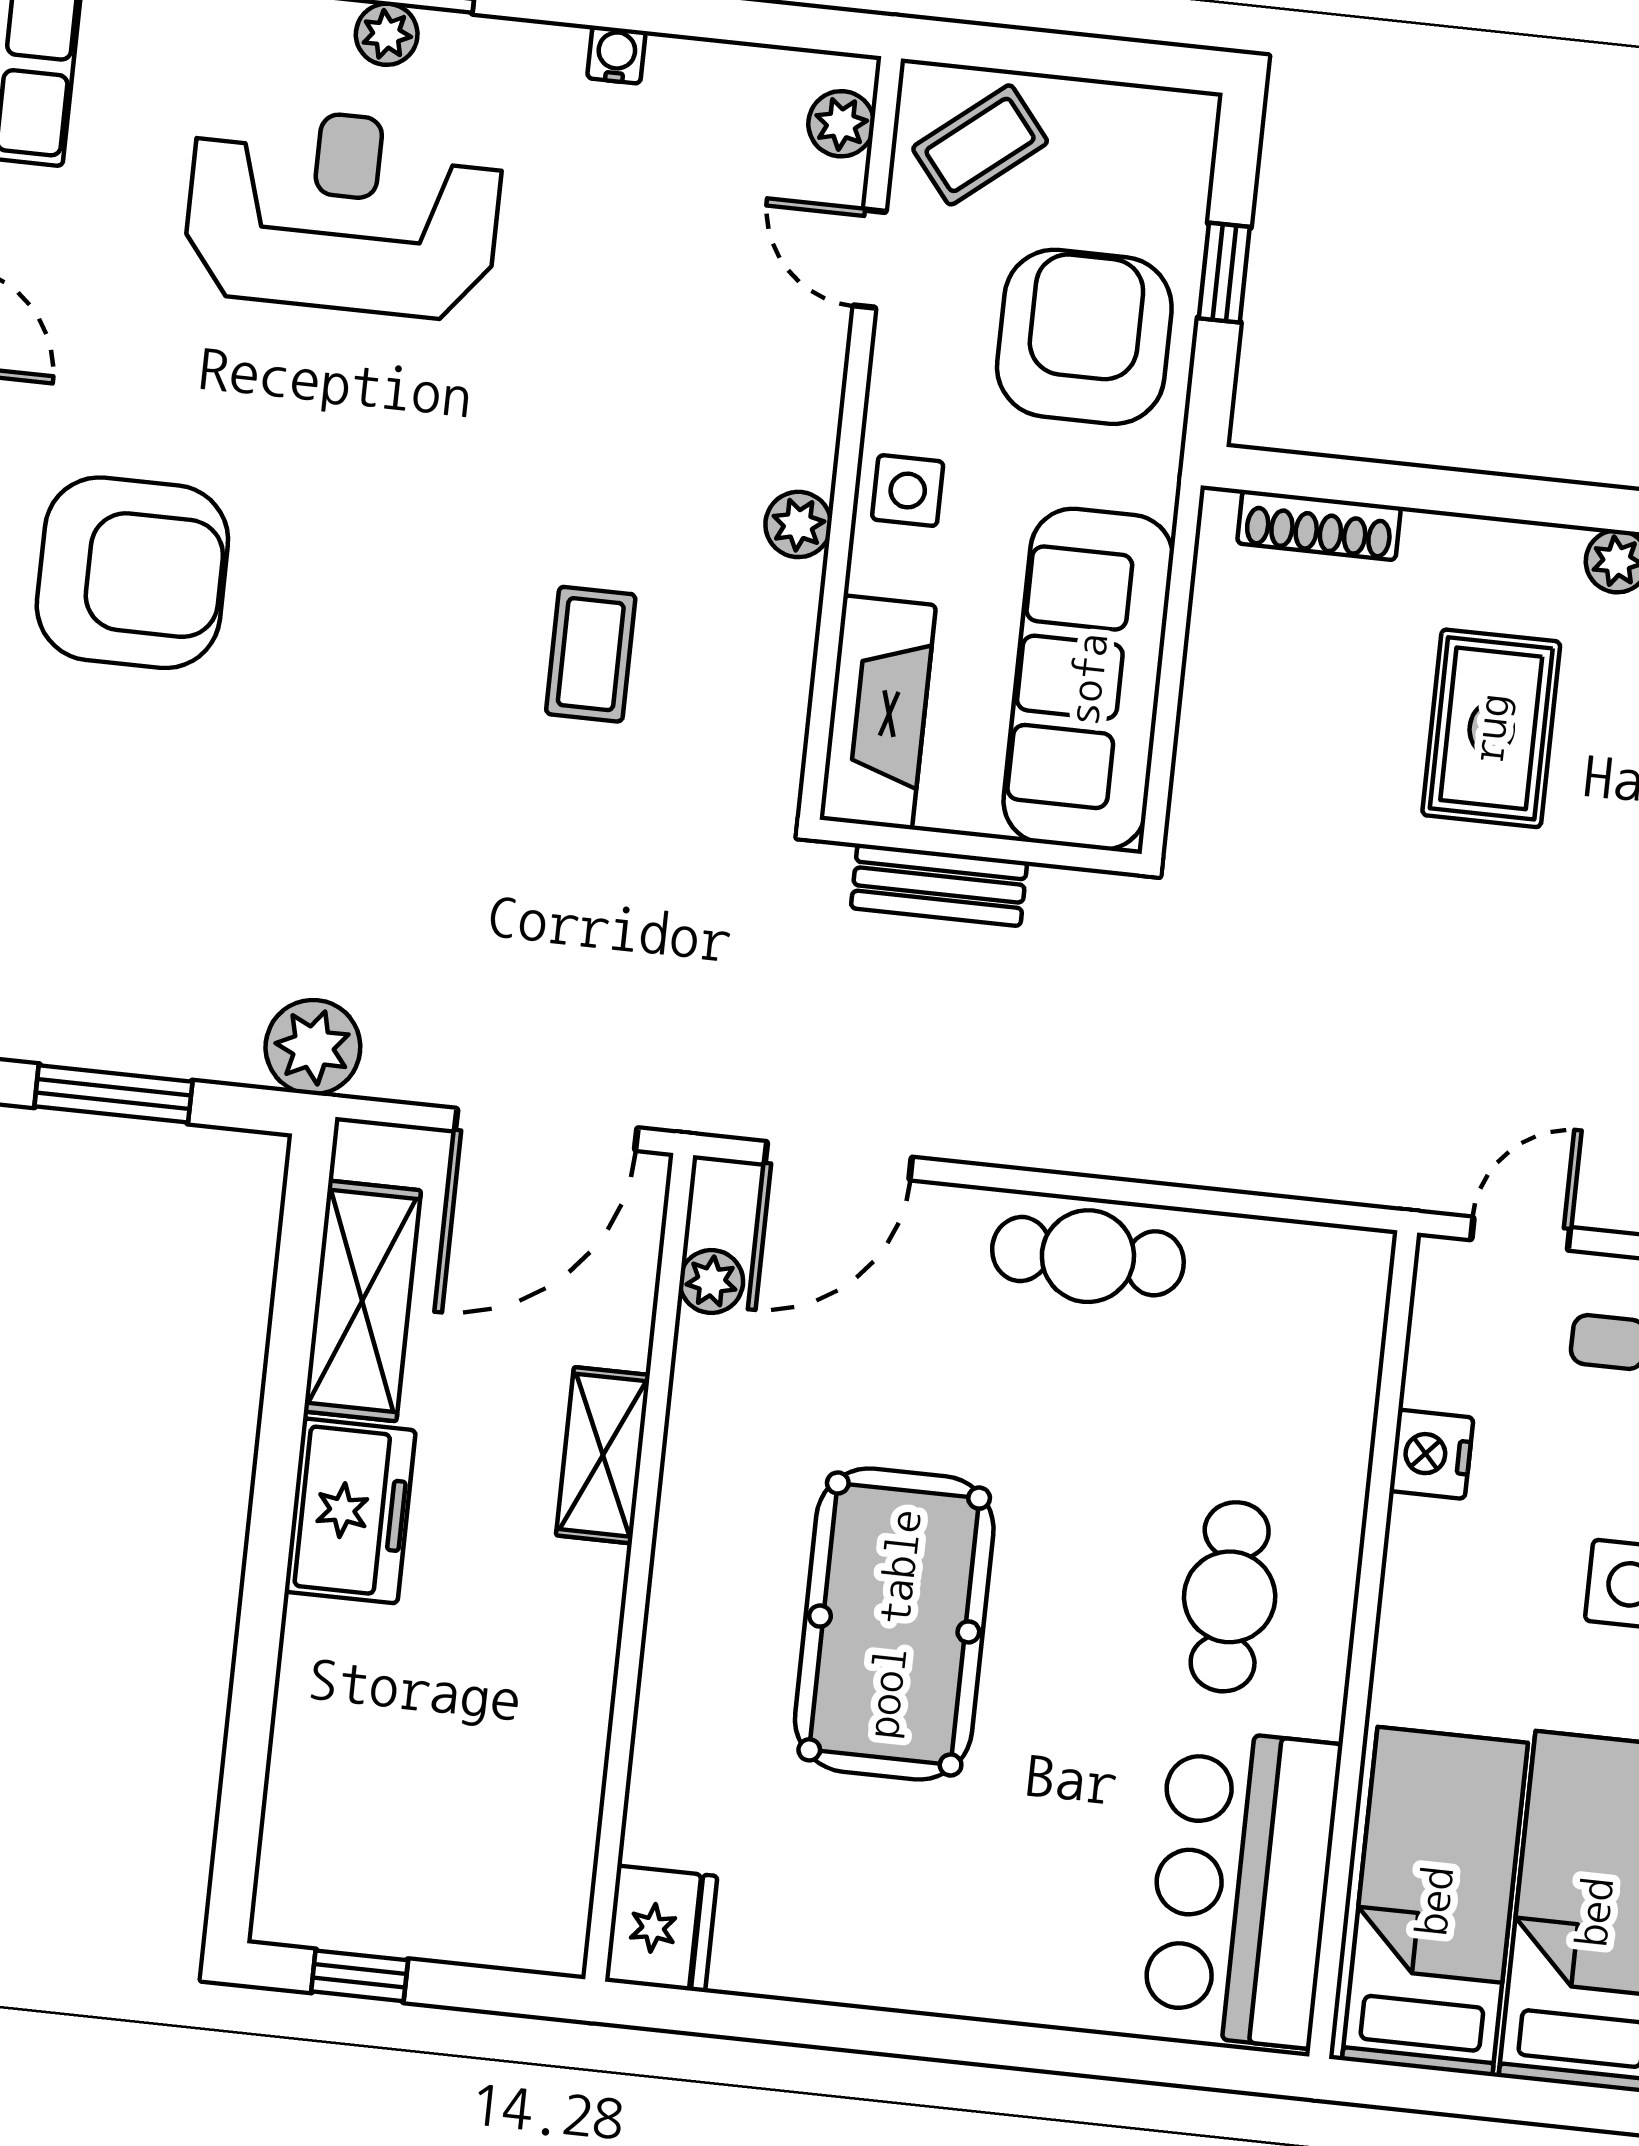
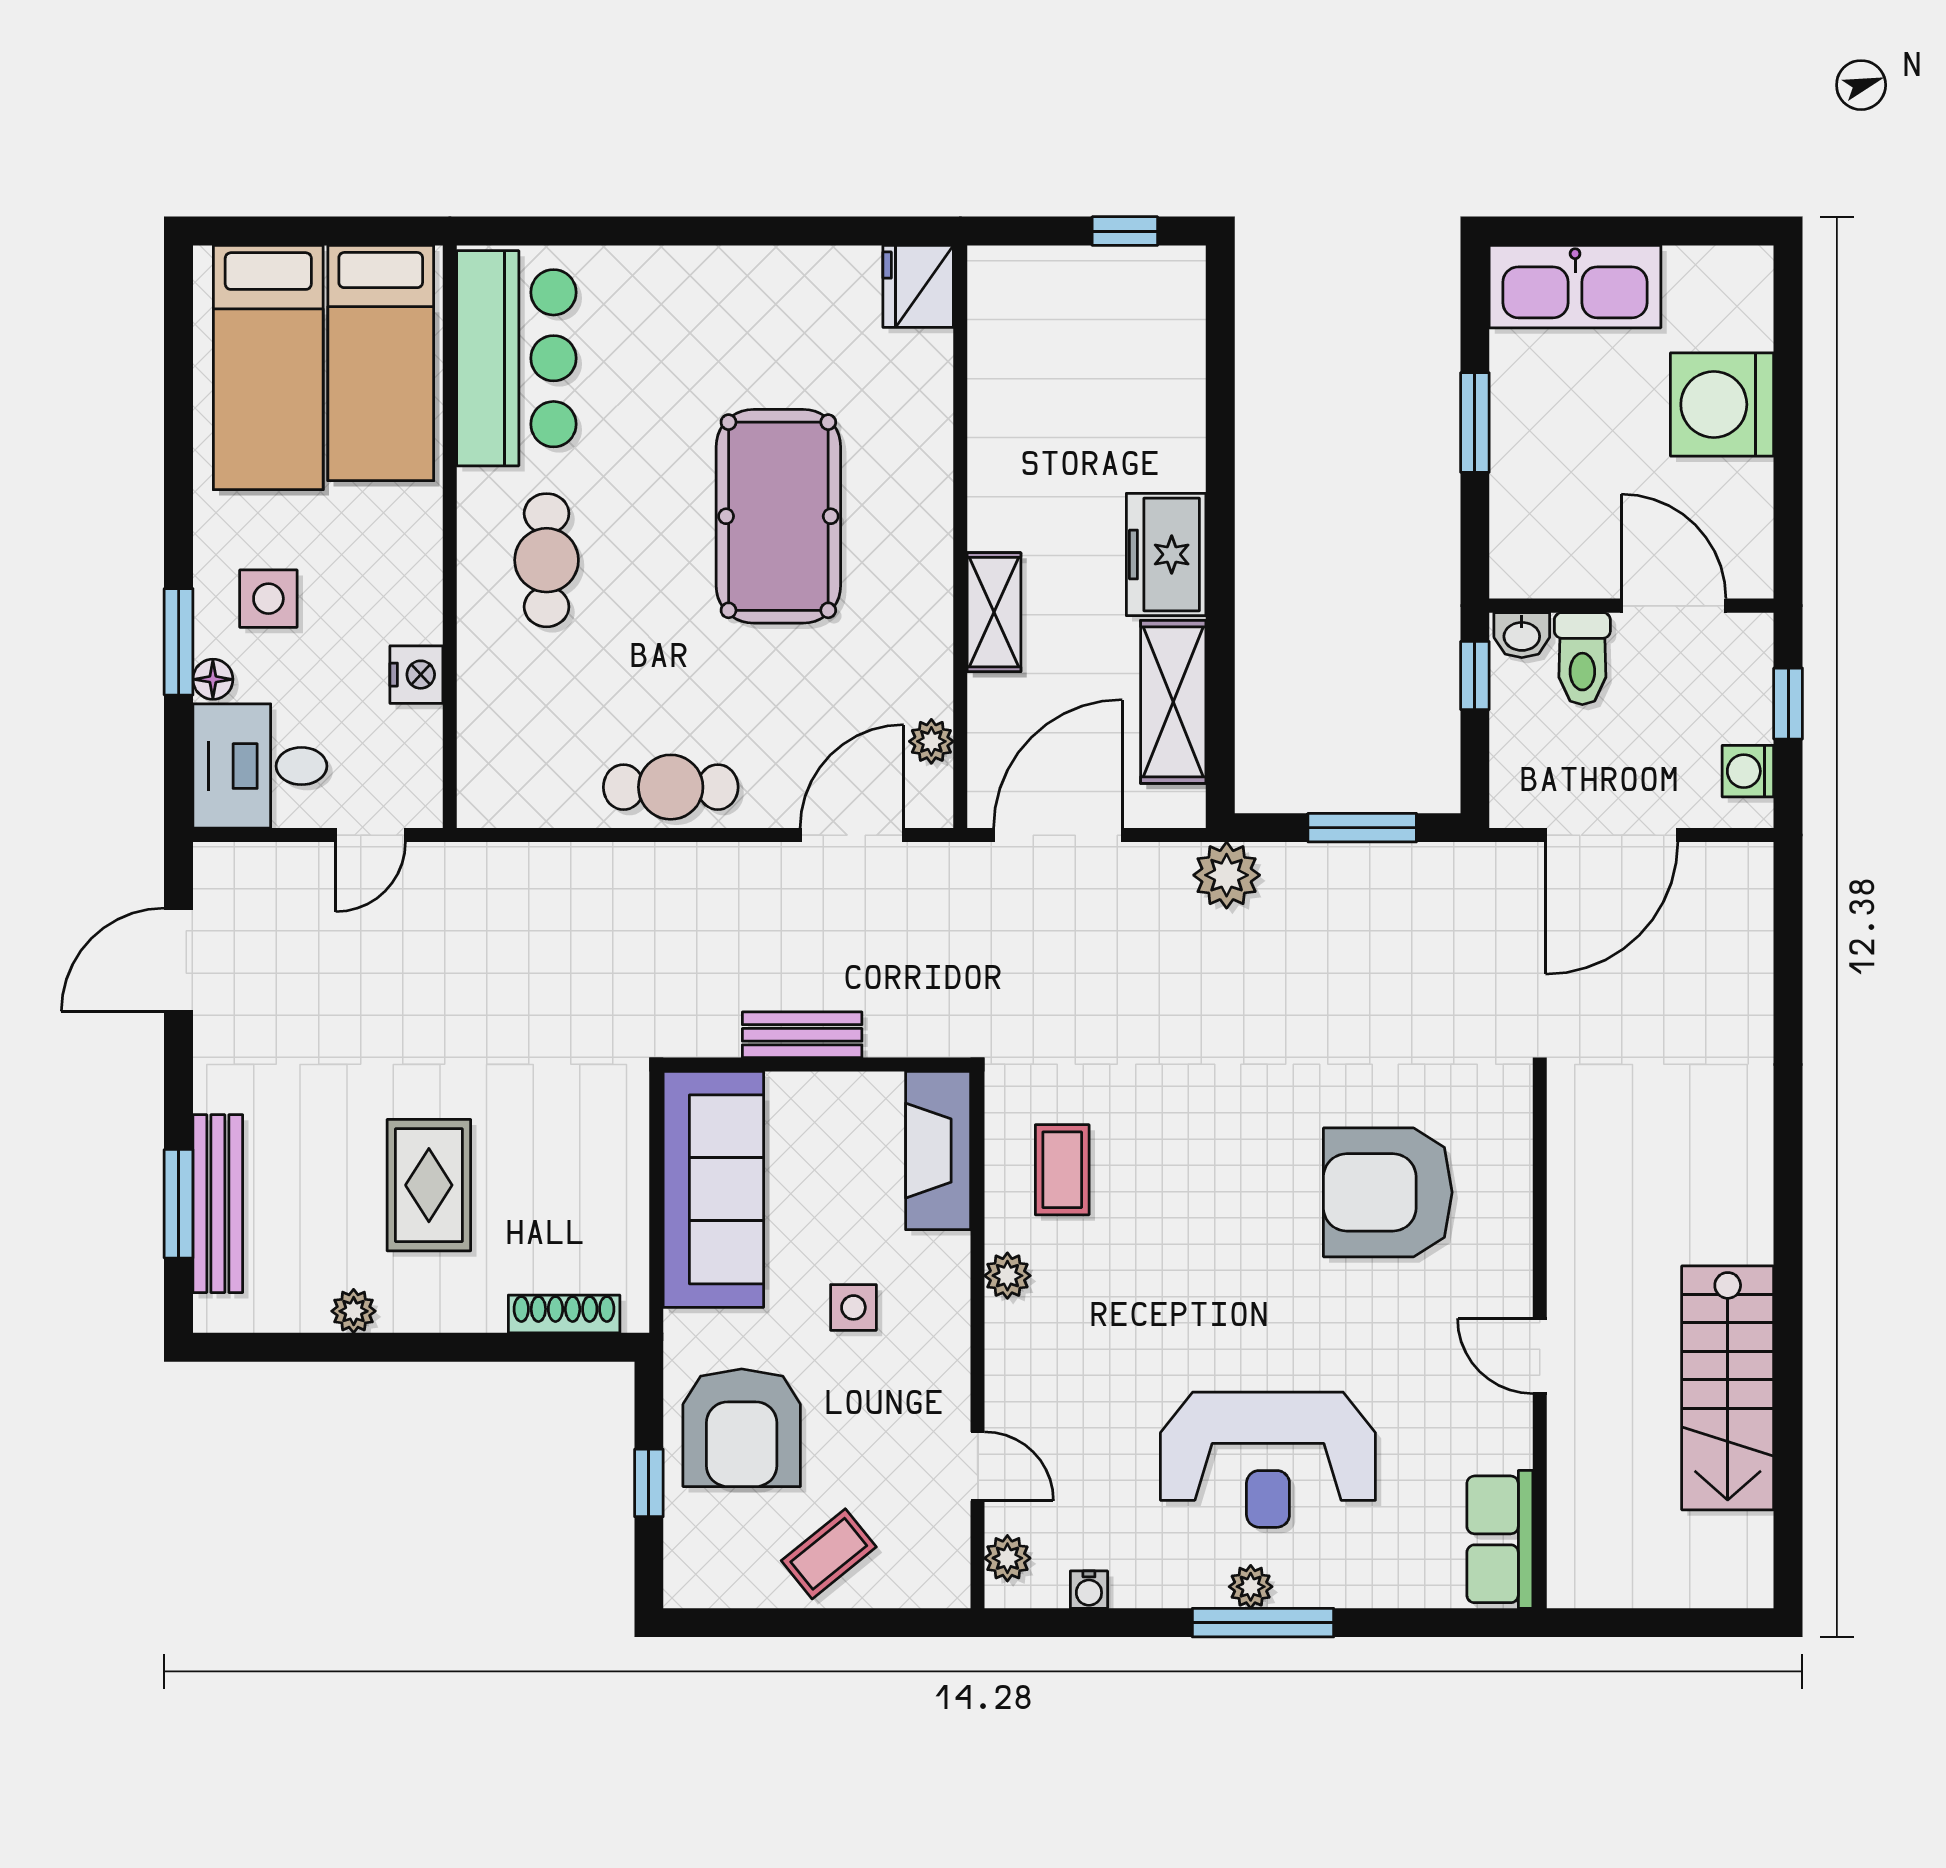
plant: (841, 124) -> (1007, 1558), moved
door: (870, 259) -> (978, 1466), moved
wall: (850, 438) -> (978, 1340), moved
plant: (798, 524) -> (1007, 1276), moved
fireplace: (878, 712) -> (938, 1151), moved

